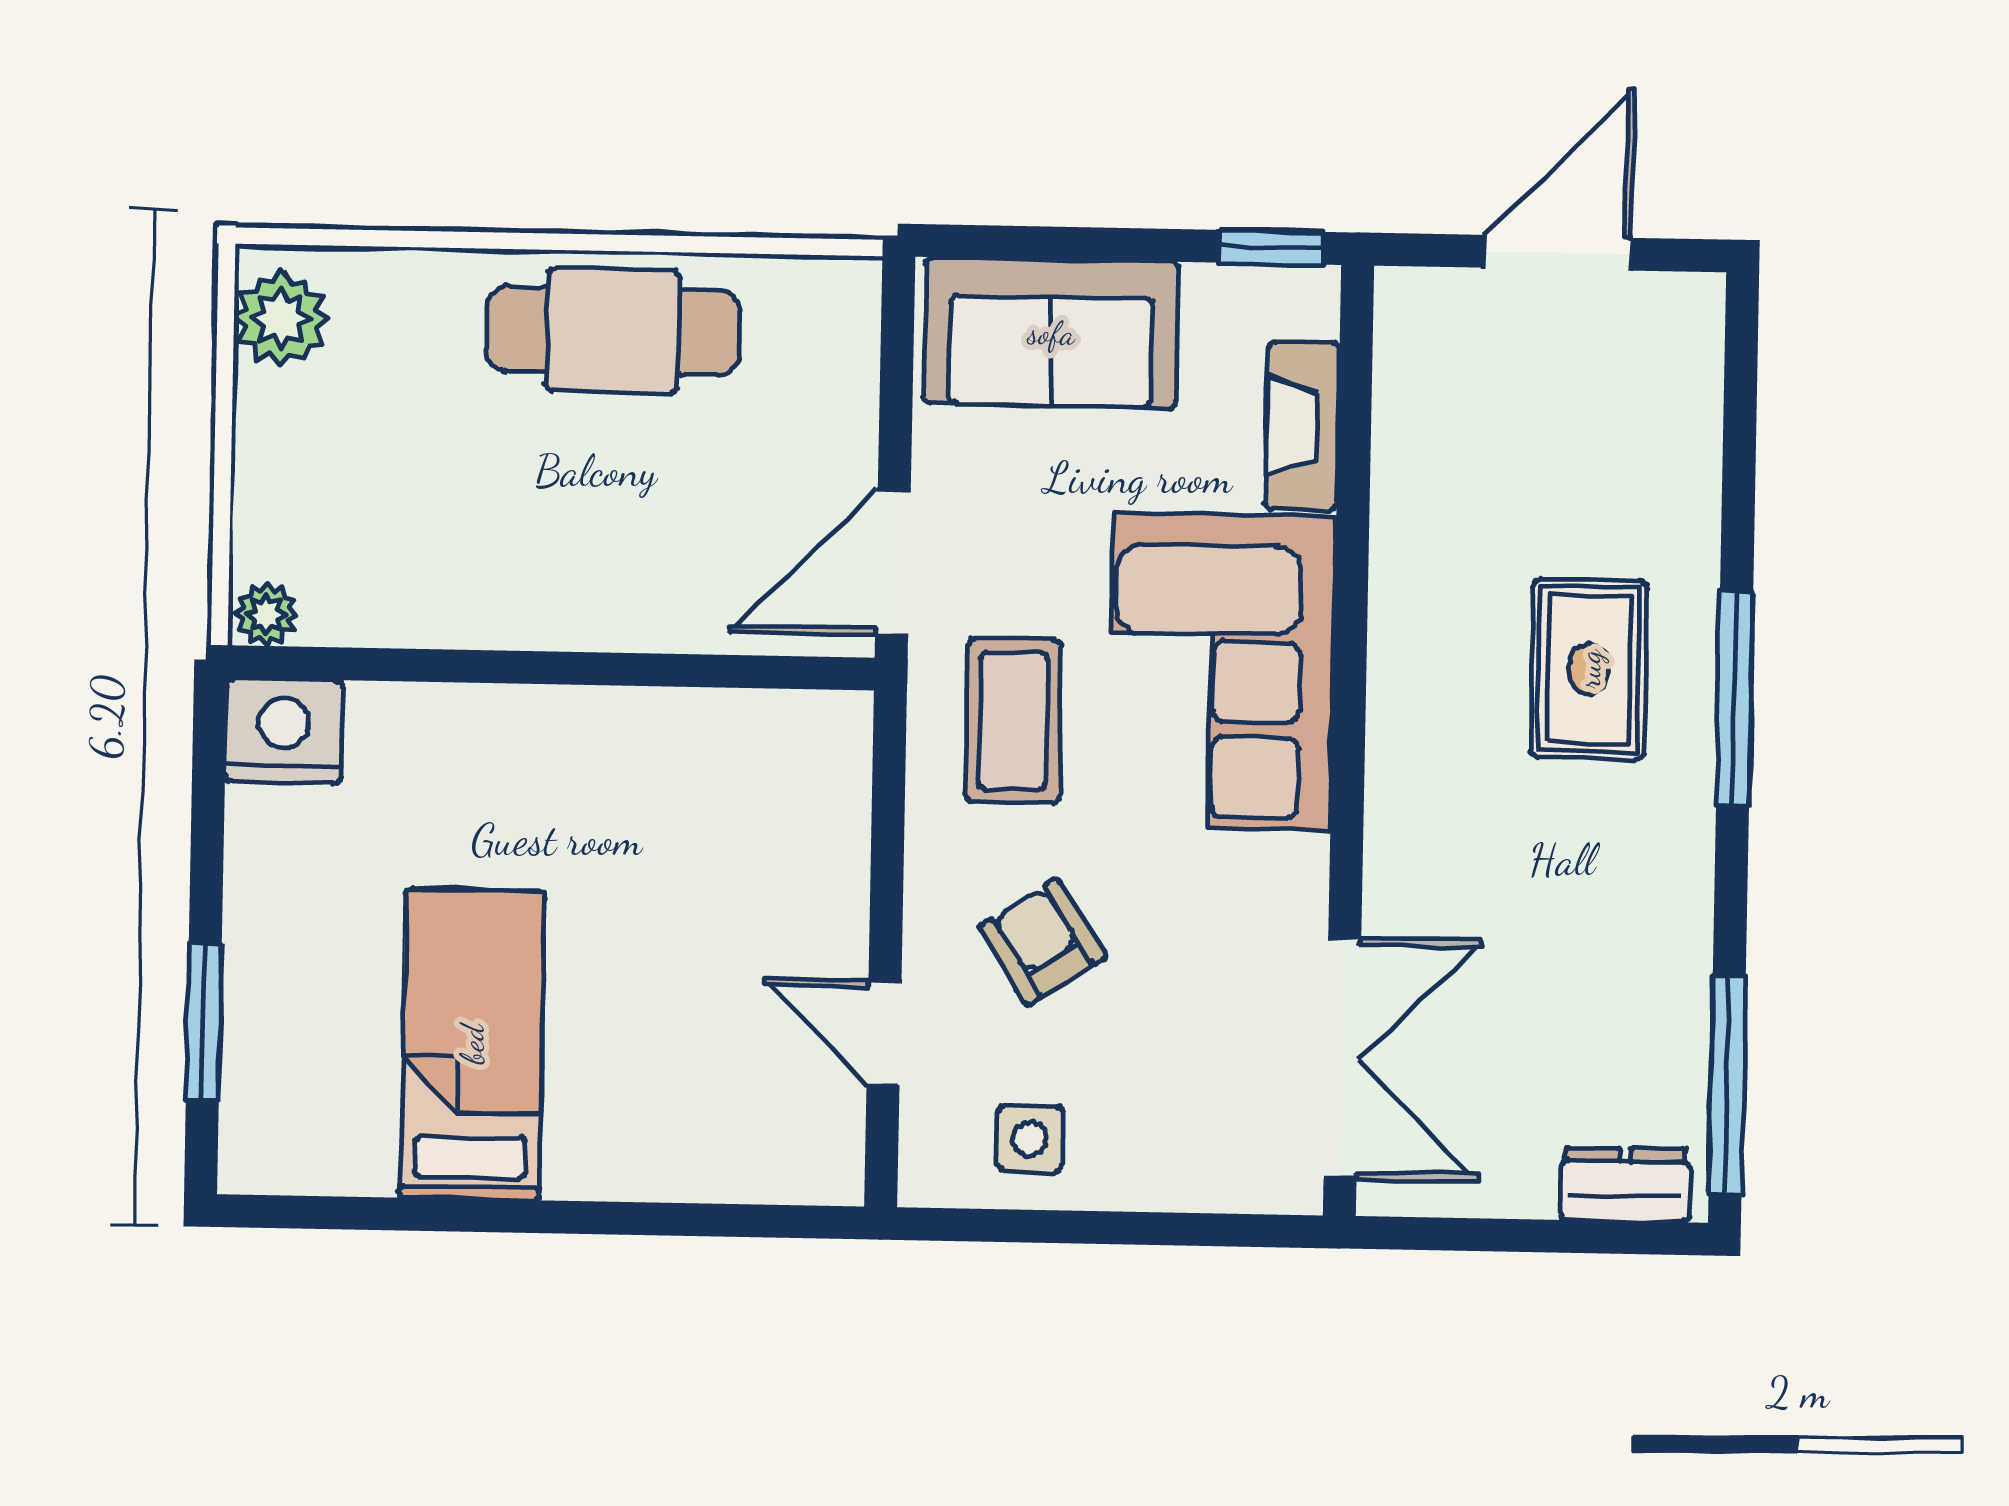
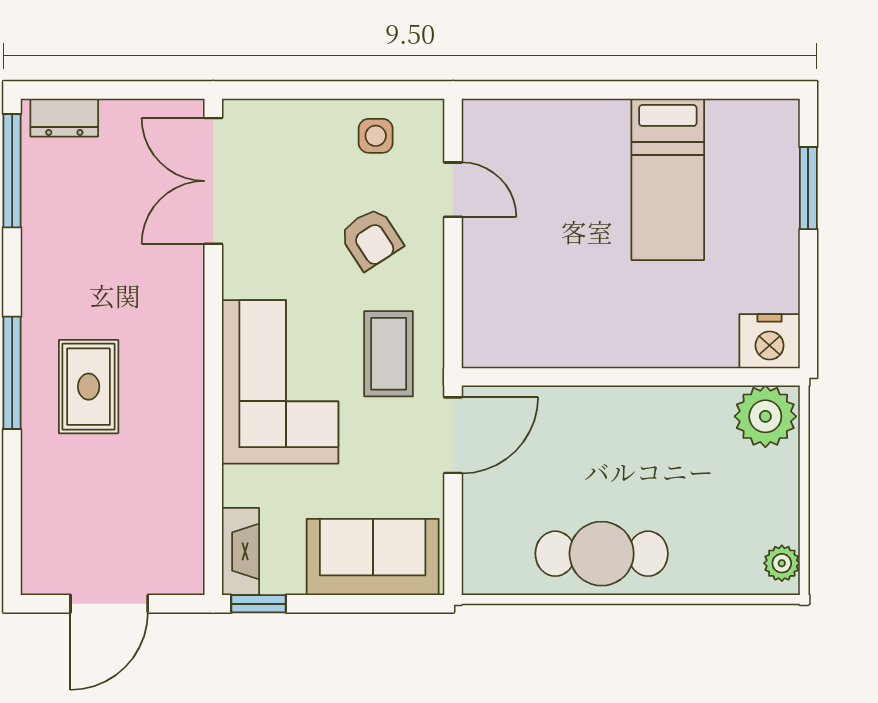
plant: (281, 319) -> (782, 563), width x0.73, depth x0.73
fireplace: (1302, 426) -> (240, 551), moved
plant: (266, 614) -> (765, 416), width x1.87, depth x1.87

